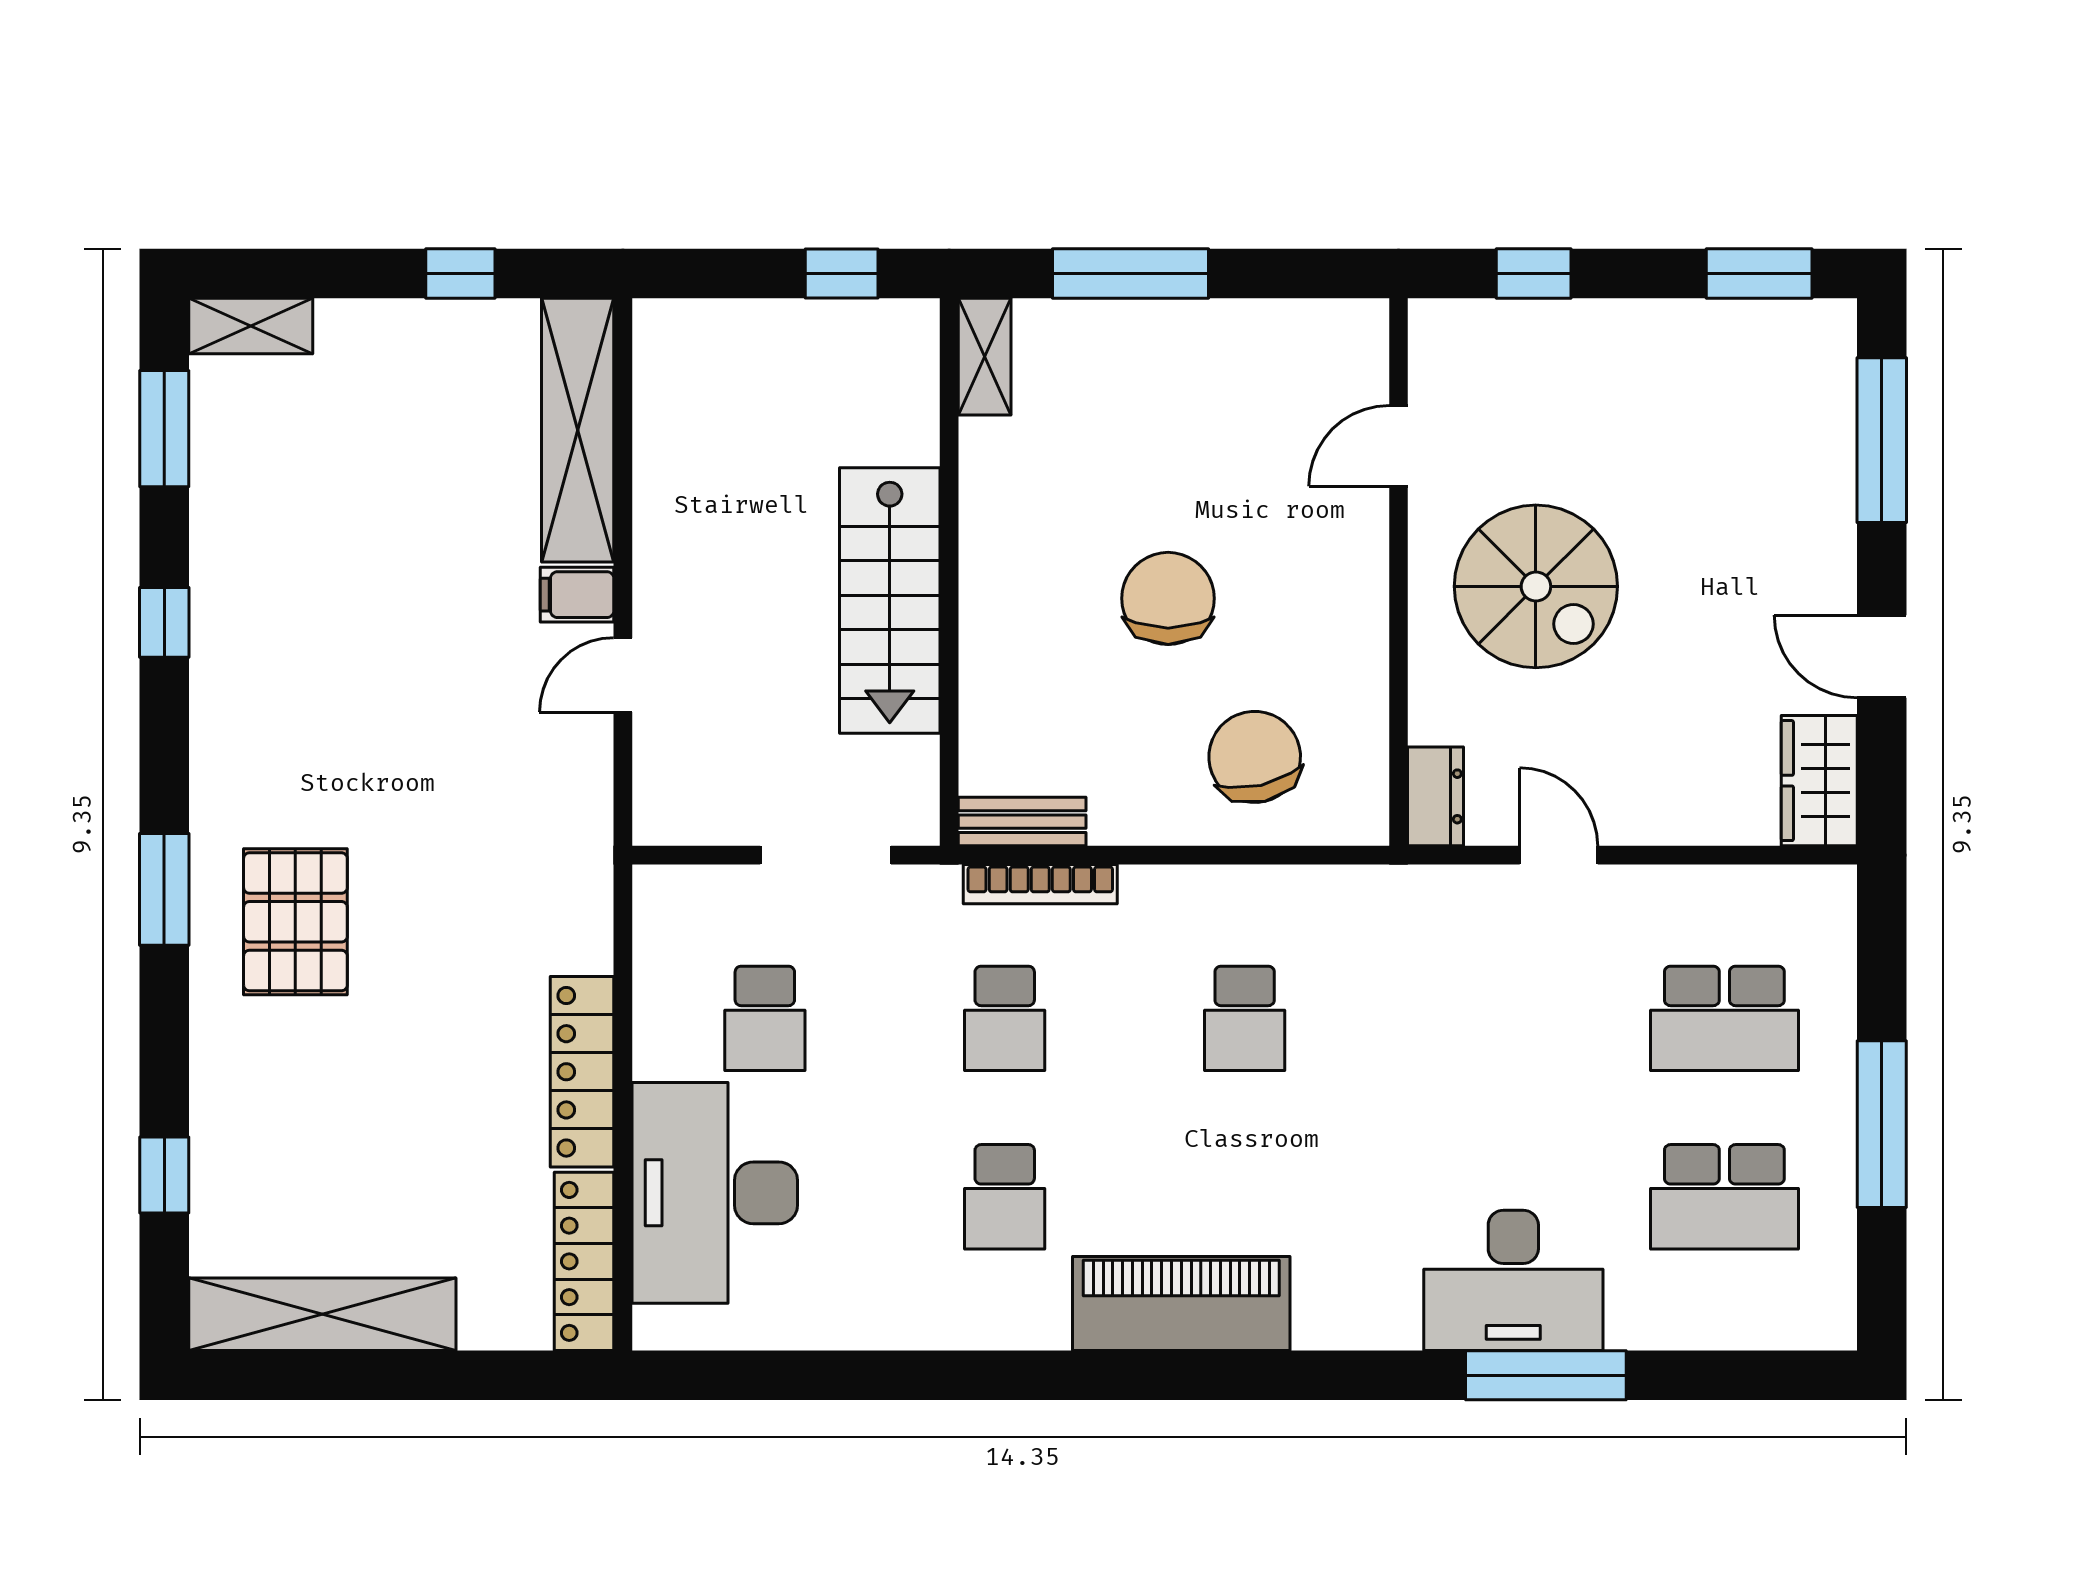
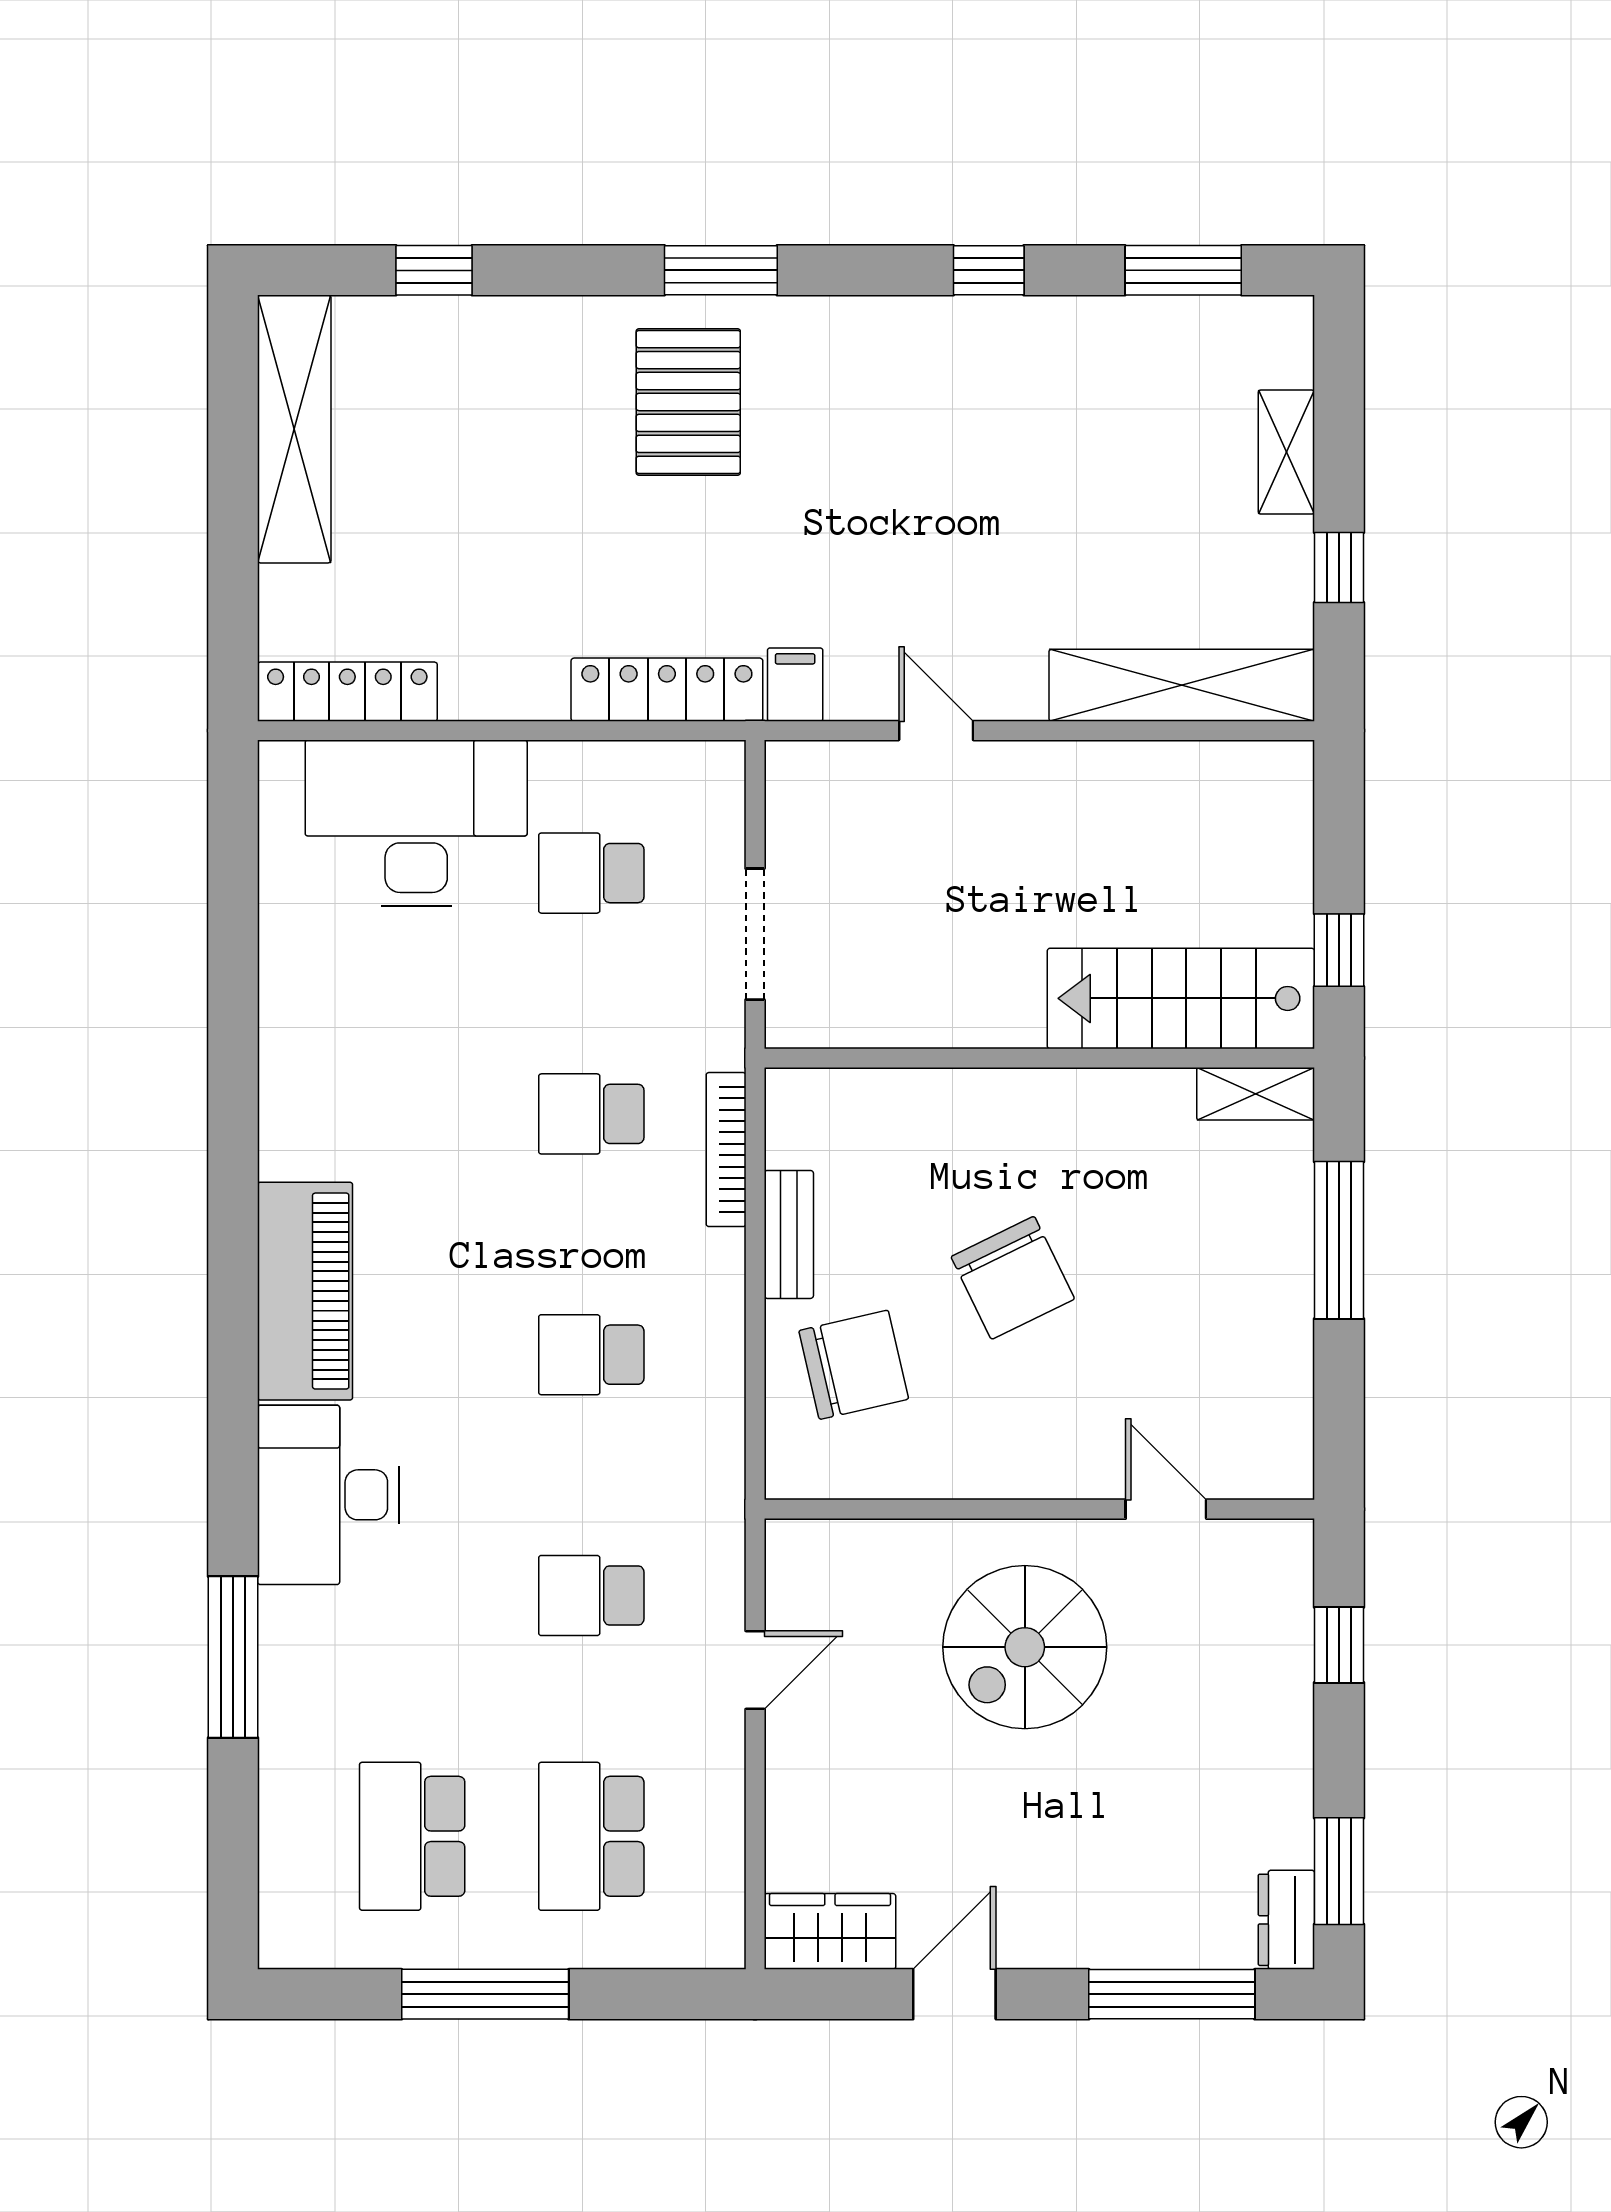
shelving: (251, 326) -> (1286, 452), moved
filing cabinet: (577, 595) -> (795, 685), moved
chair: (1168, 598) -> (1013, 1278), turned 64
stairs: (890, 601) -> (1181, 998), moved
dresser: (1436, 796) -> (1286, 1920), moved, turned 90
bench: (1022, 822) -> (789, 1234), moved
pallet: (295, 922) -> (688, 402), turned 90
locker: (582, 1072) -> (667, 690), moved
school desk: (1005, 1197) -> (591, 1595), moved
desk: (1513, 1280) -> (328, 1495), moved

